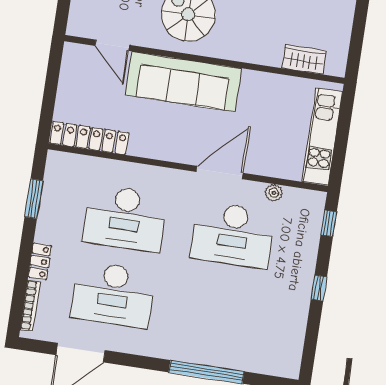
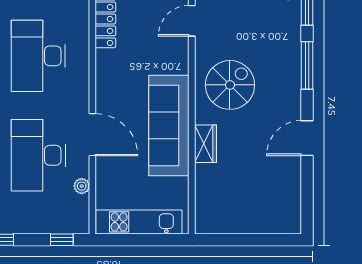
wardrobe: (304, 59) -> (206, 144), moved
sofa: (183, 82) -> (169, 125), moved

